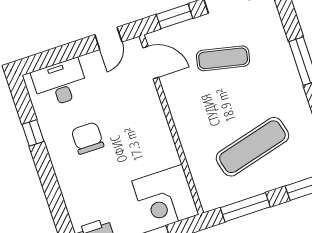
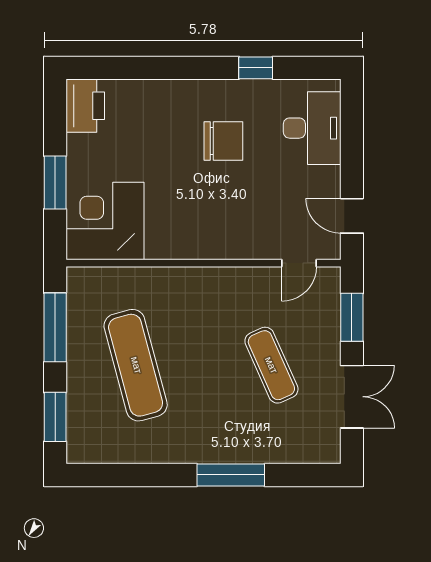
exercise mat: (223, 58) -> (271, 365), turned -36
door: (151, 62) -> (299, 263), width x0.73

